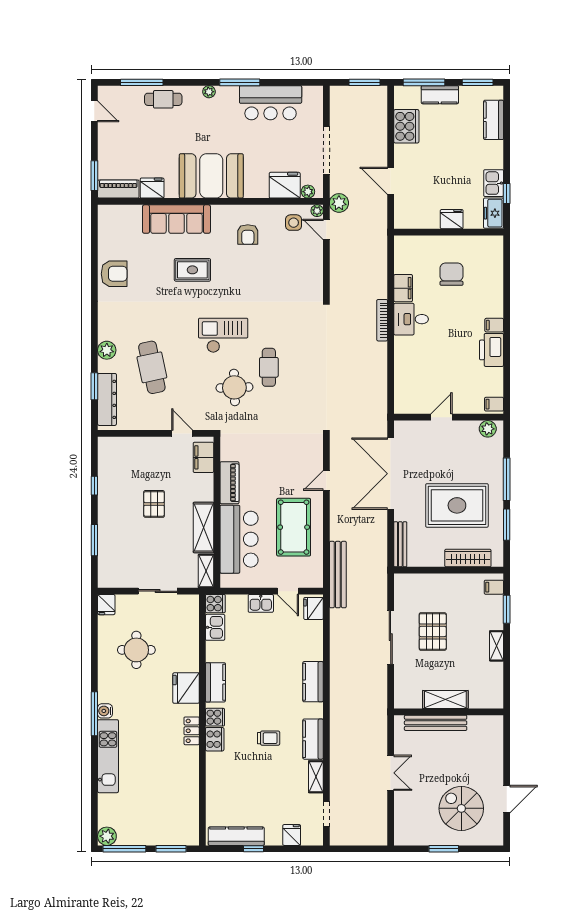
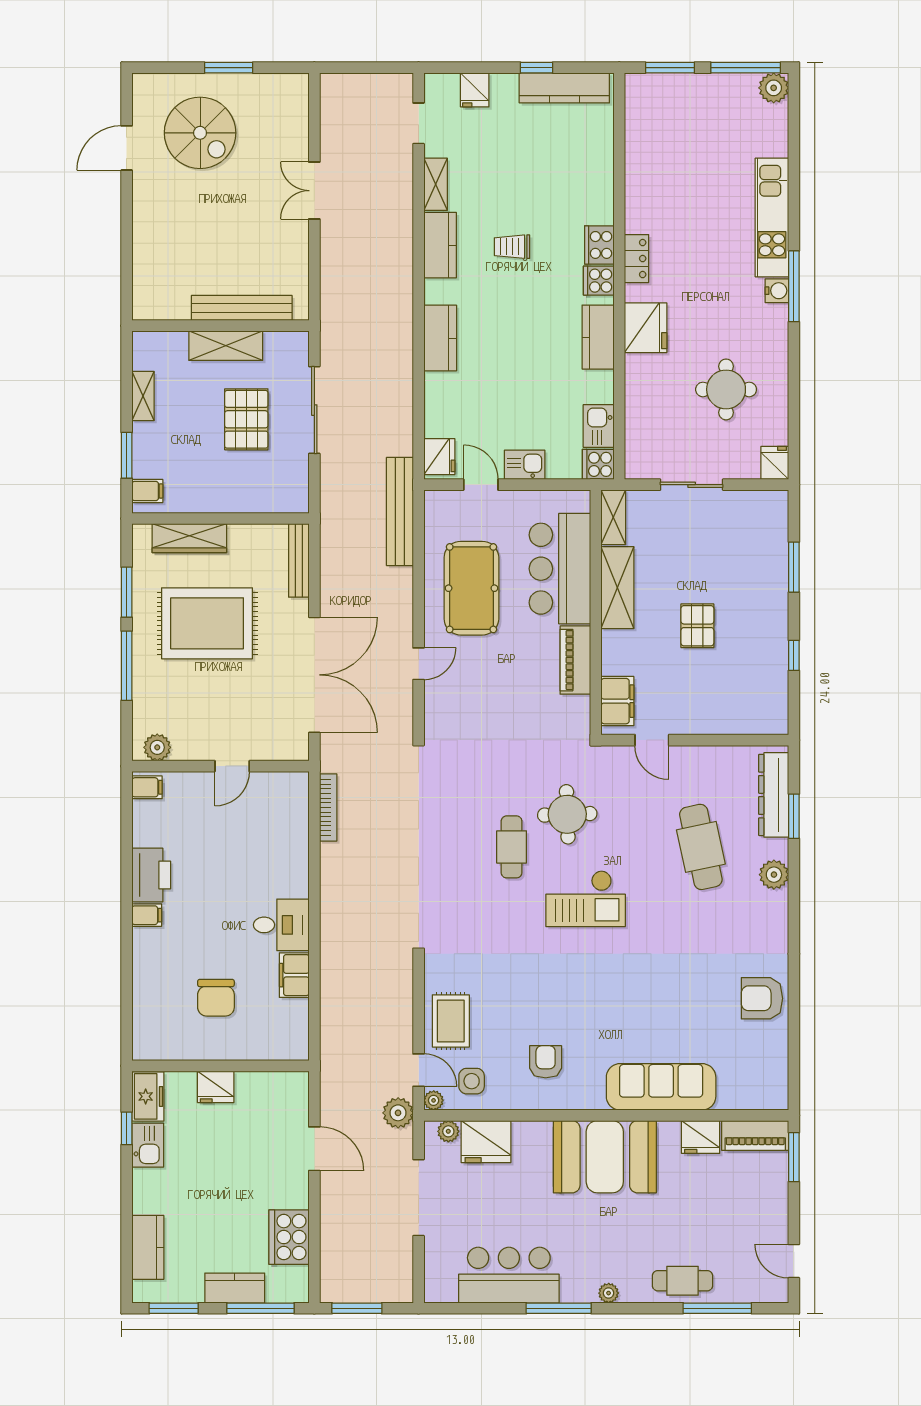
rug: (192, 270) -> (451, 1021), moved, turned 90
bookcase: (382, 320) -> (328, 807), moved
shelving: (445, 700) -> (226, 346), moved
wall: (449, 712) -> (220, 326), moved
bench: (436, 723) -> (242, 308), moved

